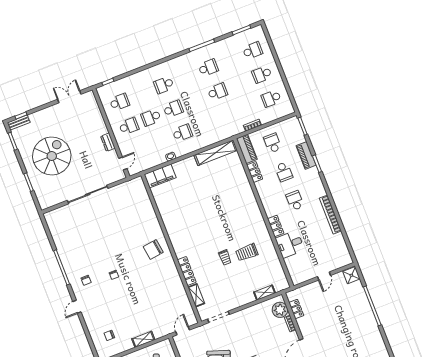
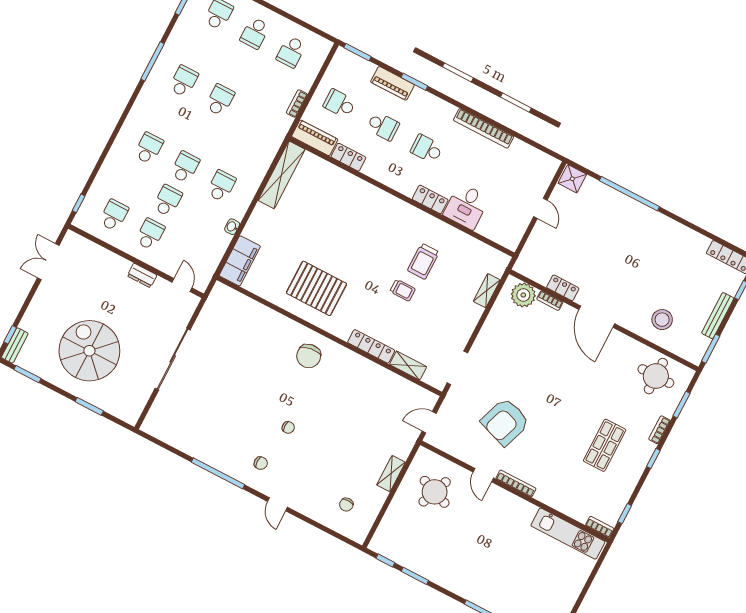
school desk: (164, 85) -> (149, 148), turned 180
school desk: (151, 117) -> (168, 201), turned 180
pallet: (185, 221) -> (316, 288), added
locker: (296, 309) -> (563, 288), moved
door: (183, 331) -> (429, 422), hinge flipped

